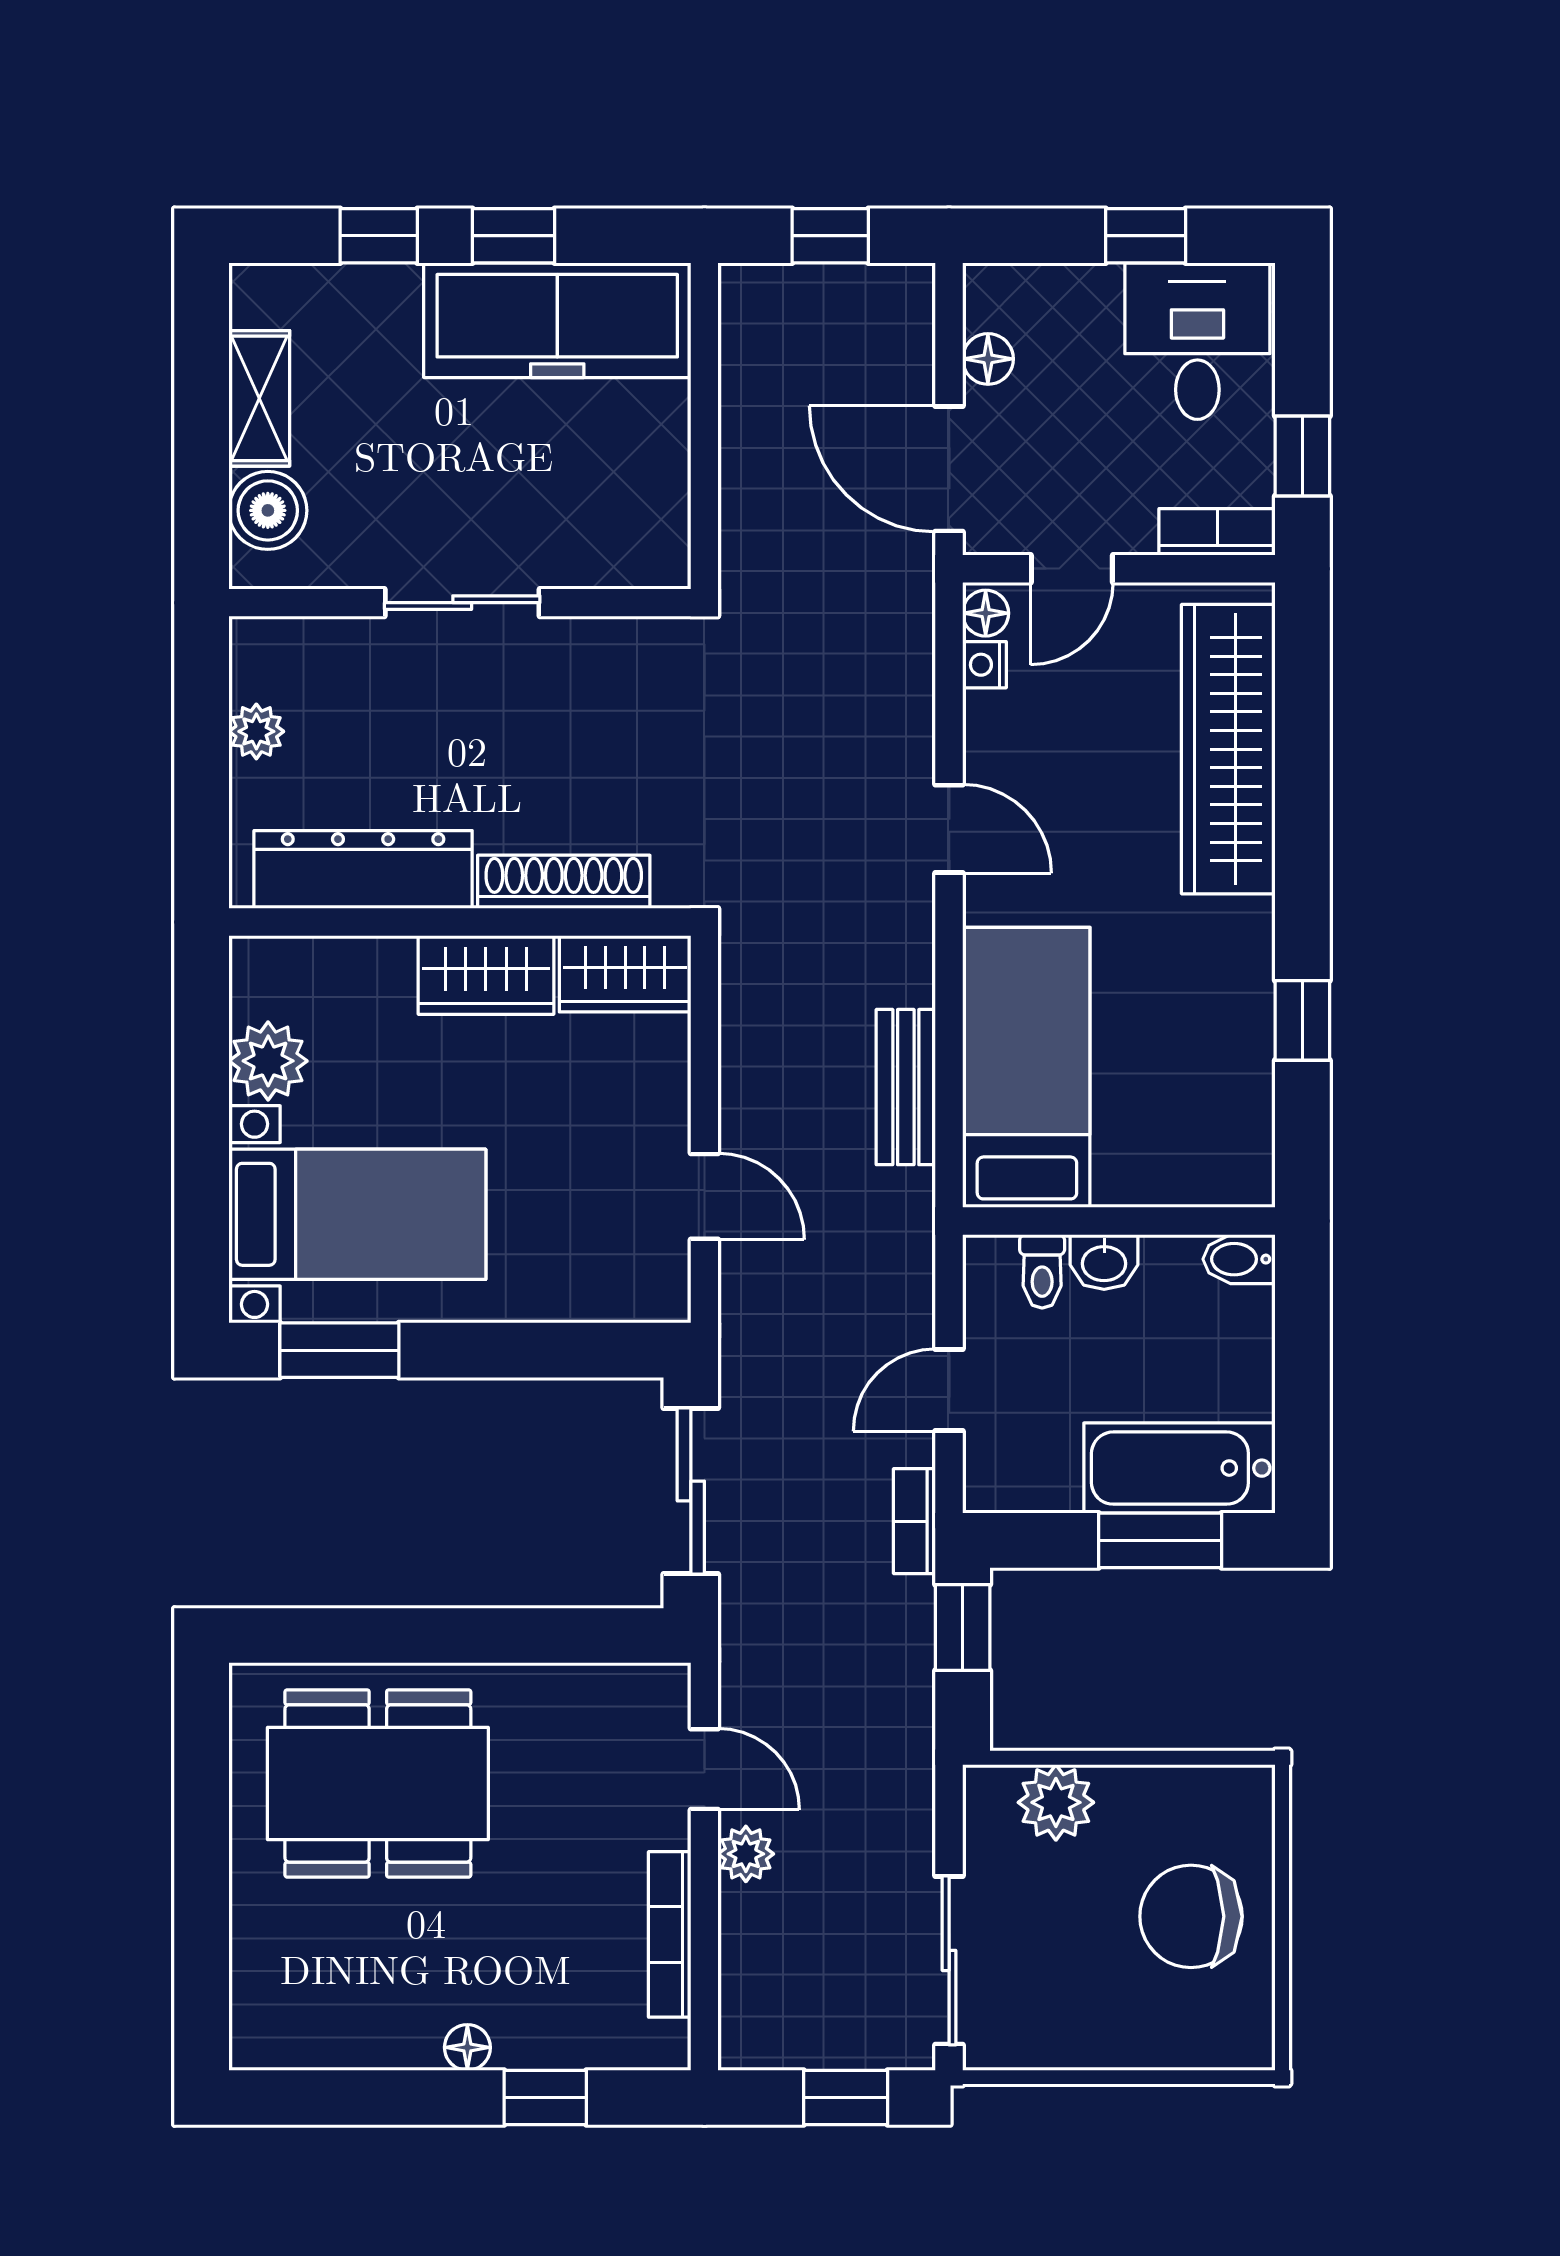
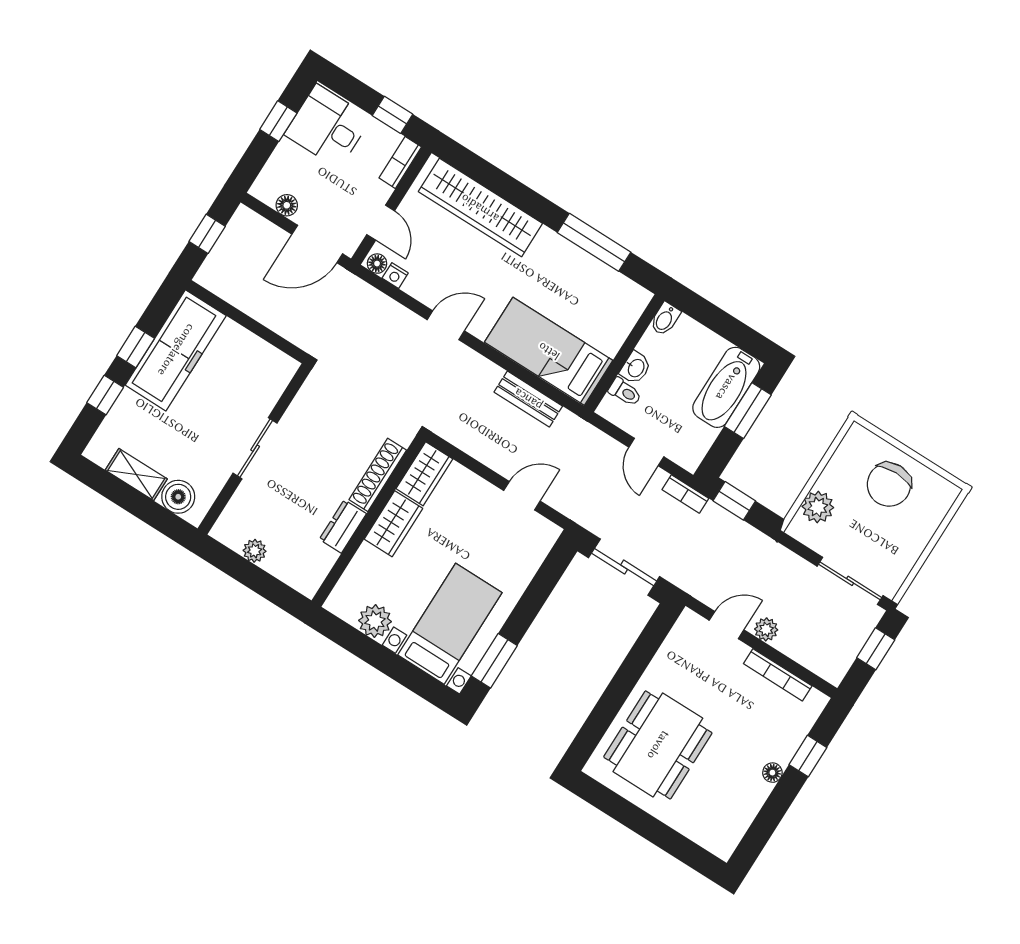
dresser: (363, 869) -> (343, 526), width x0.51, depth x0.80
window: (1302, 1020) -> (594, 242), width x2.17

